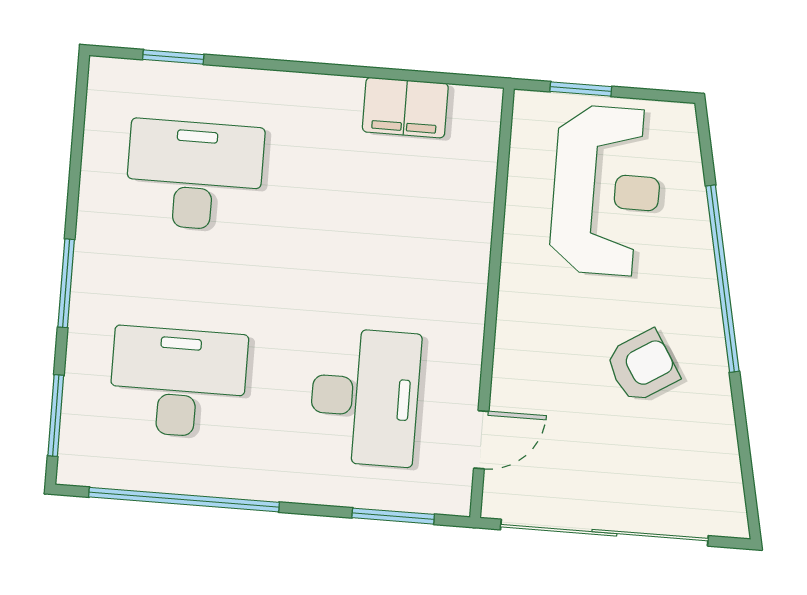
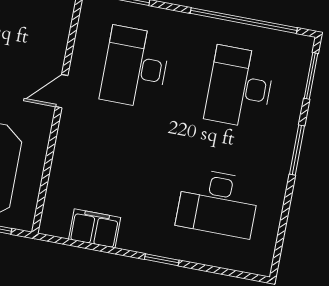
window: (173, 57) -> (162, 260), moved
desk: (178, 382) -> (240, 87), turned 90
door: (481, 440) -> (62, 91), moved

